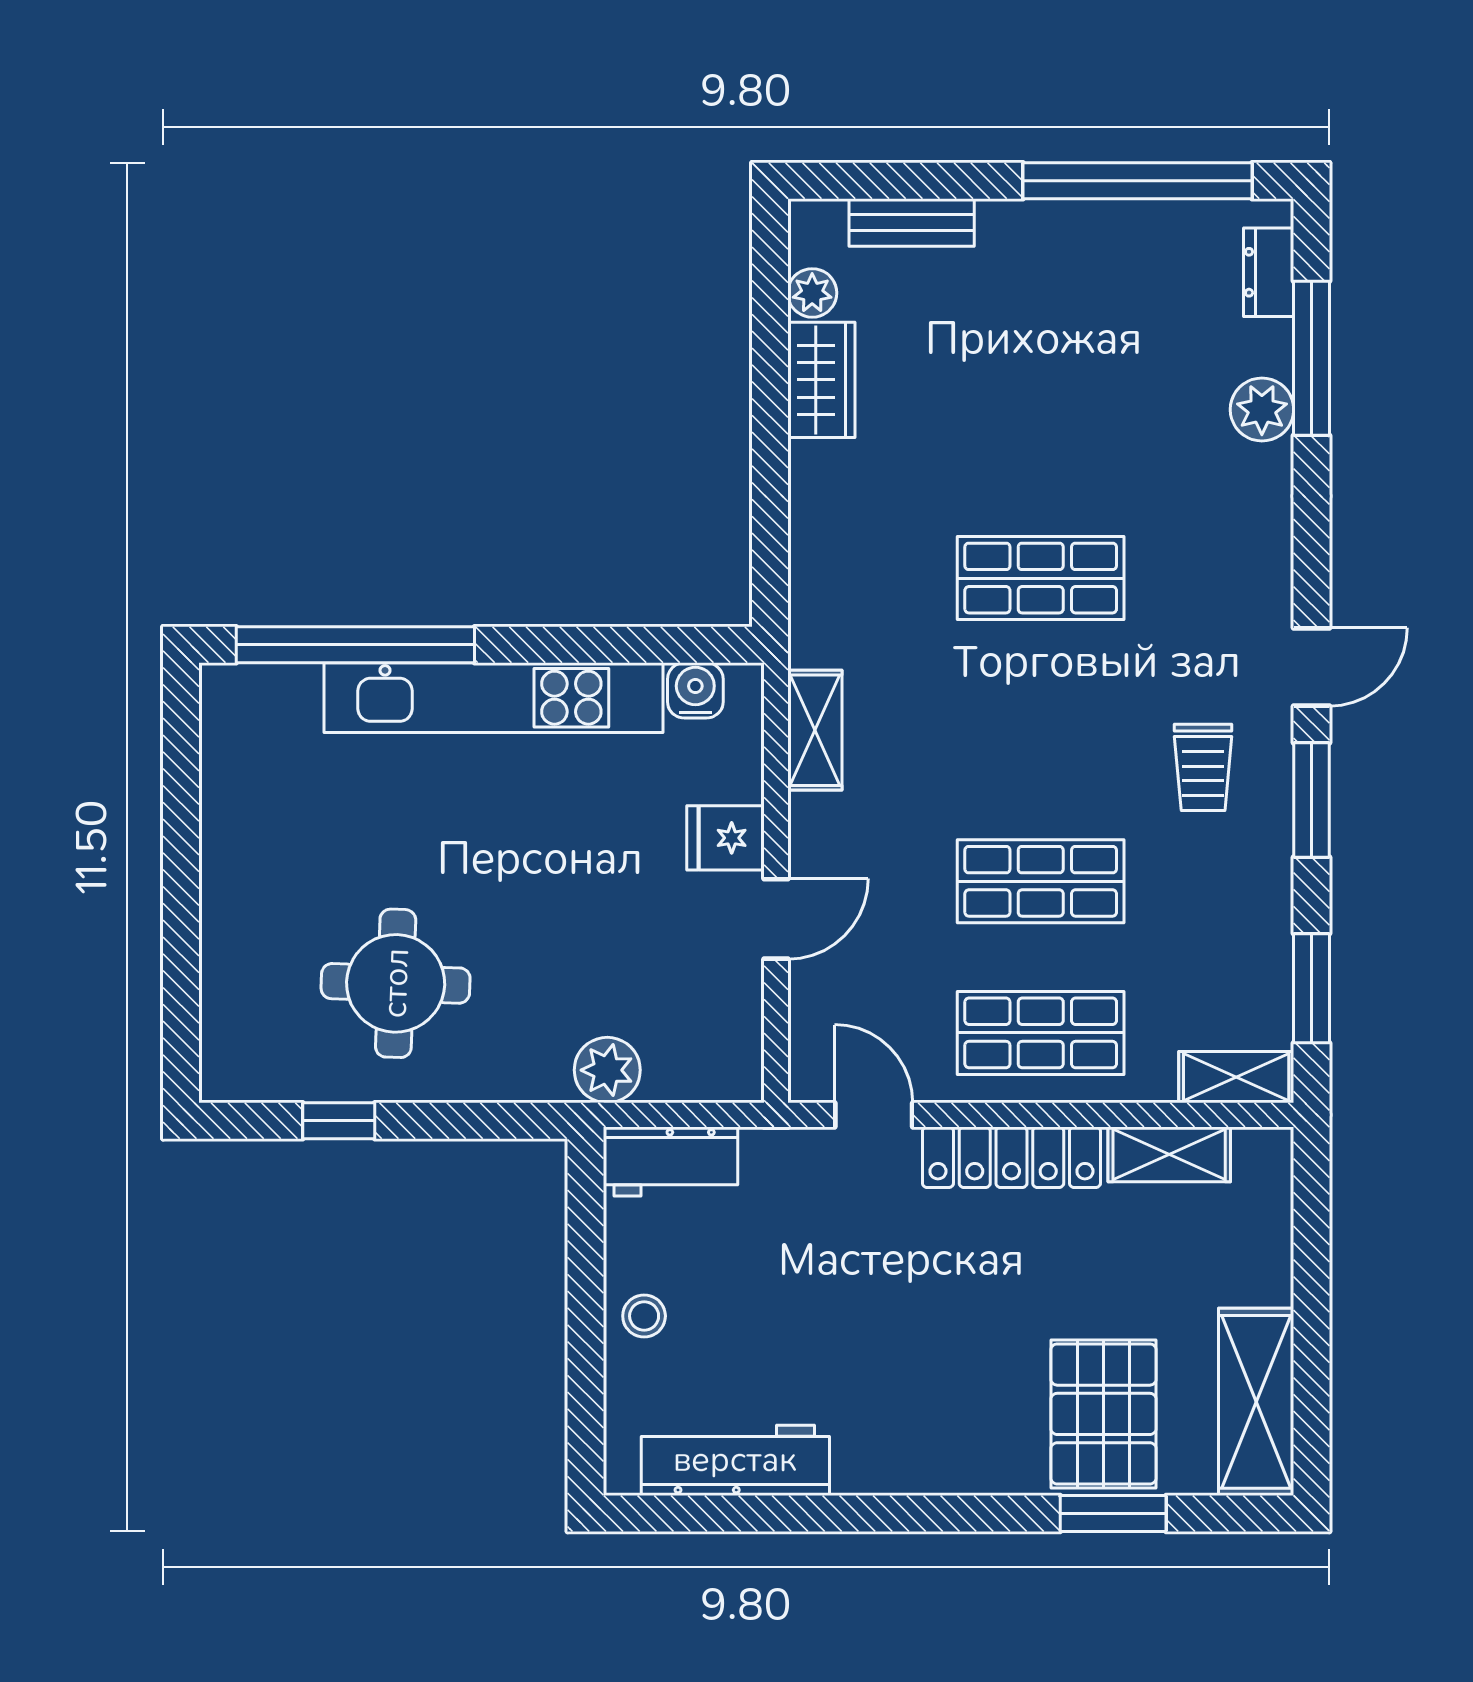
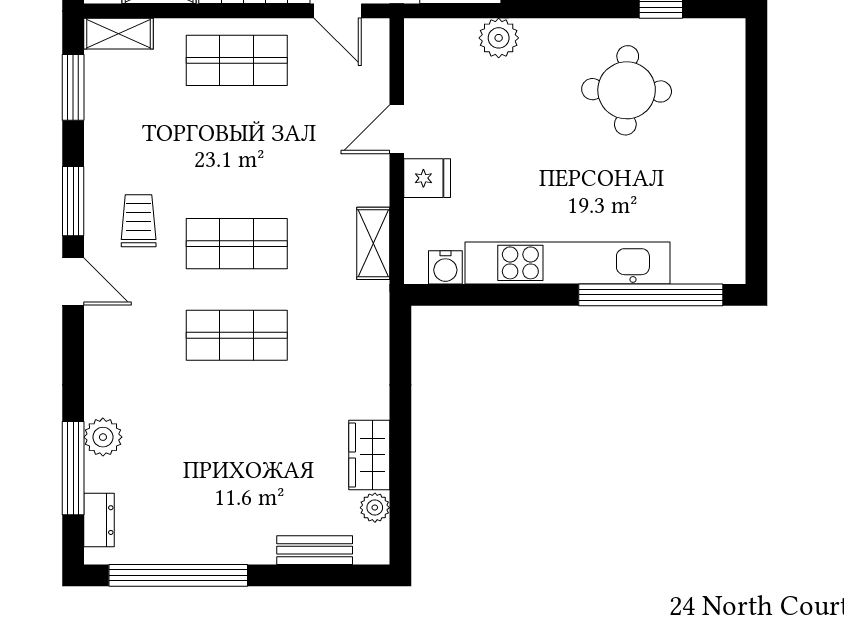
door: (1311, 667) -> (73, 282), swing flipped
shop shelf: (1041, 881) -> (237, 244), moved

